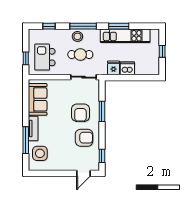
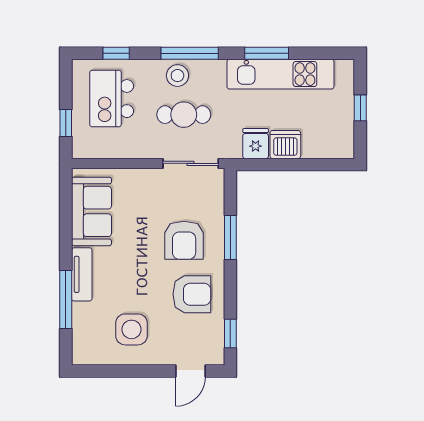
kitchen island: (45, 57) -> (112, 99), moved
side table: (40, 153) -> (132, 329), moved

